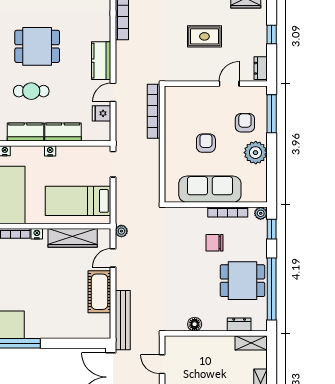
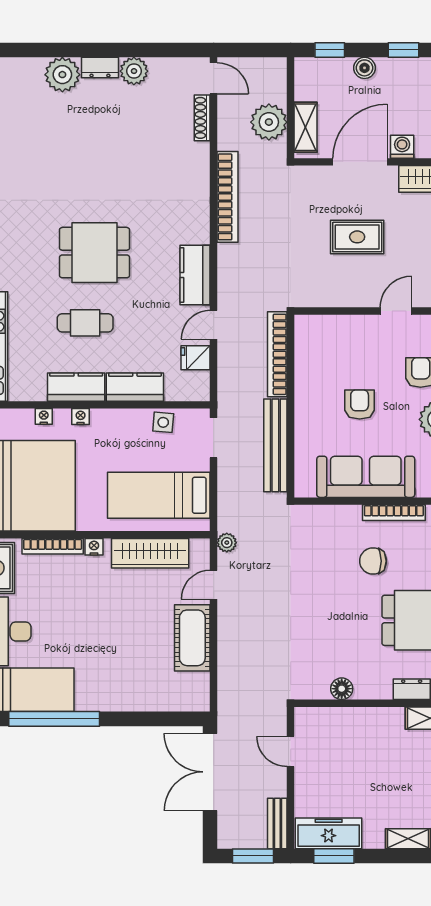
nightstand: (50, 151) -> (81, 417), moved
side table: (81, 155) -> (163, 422), added
bench: (123, 320) -> (275, 445), moved

